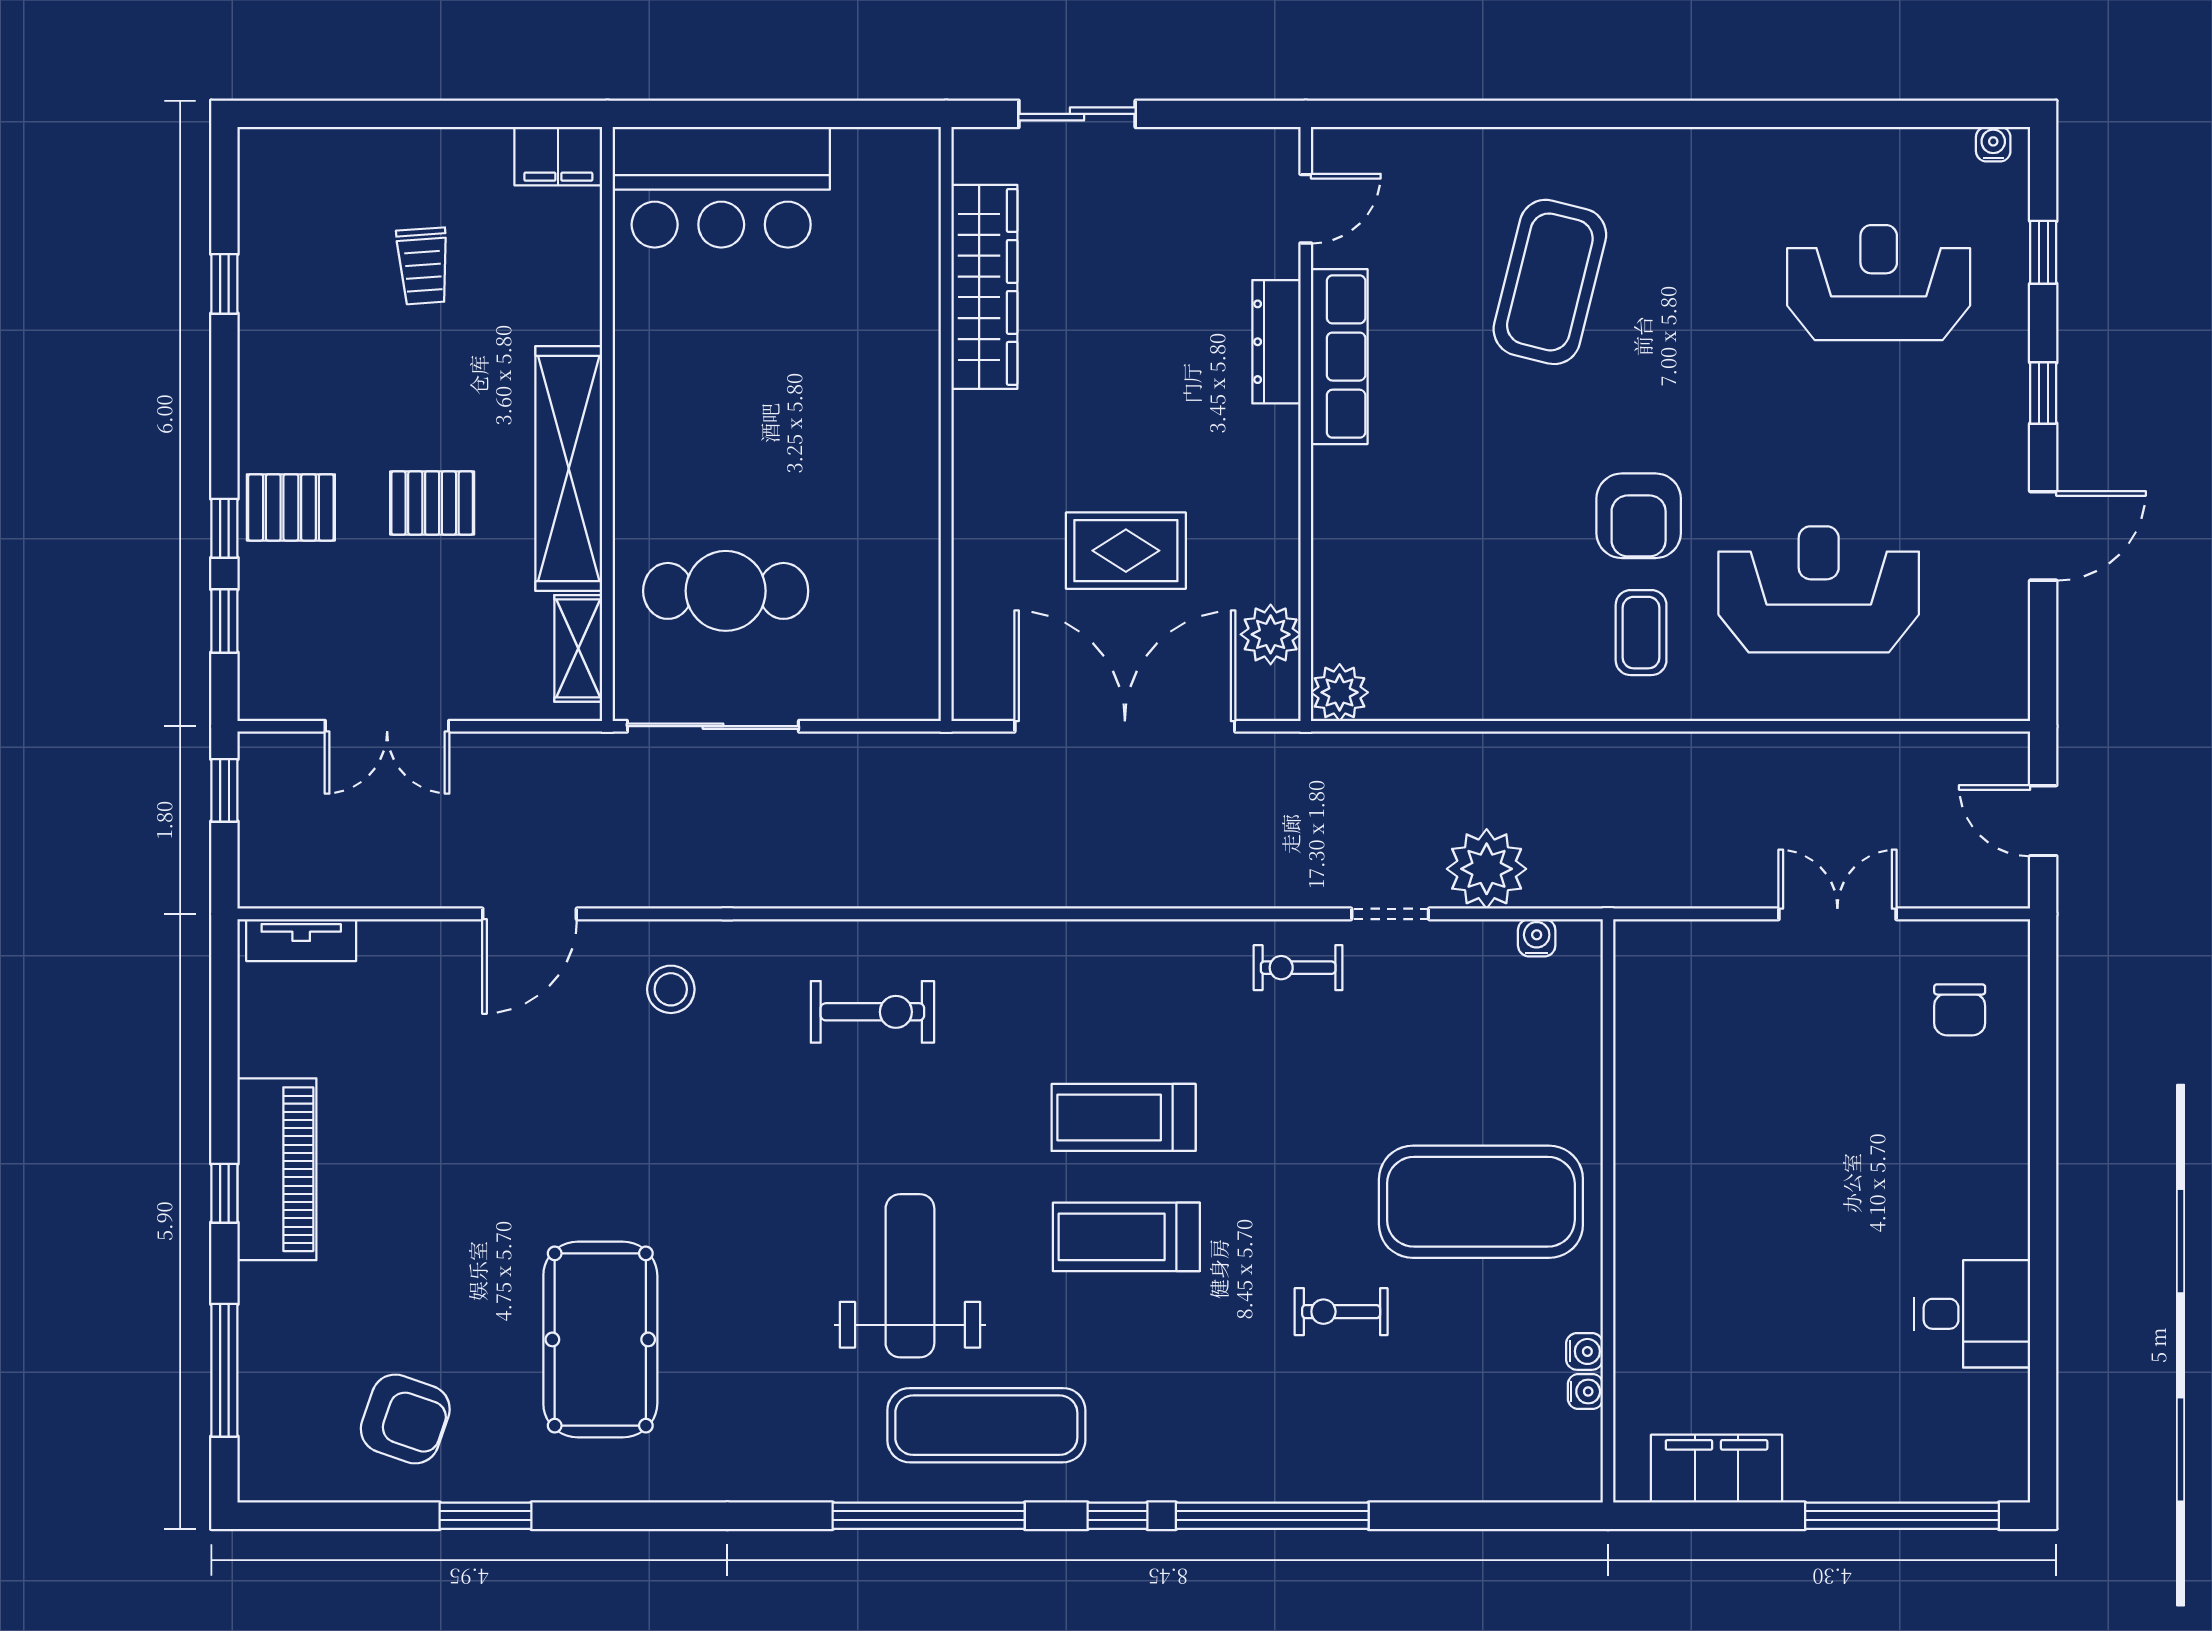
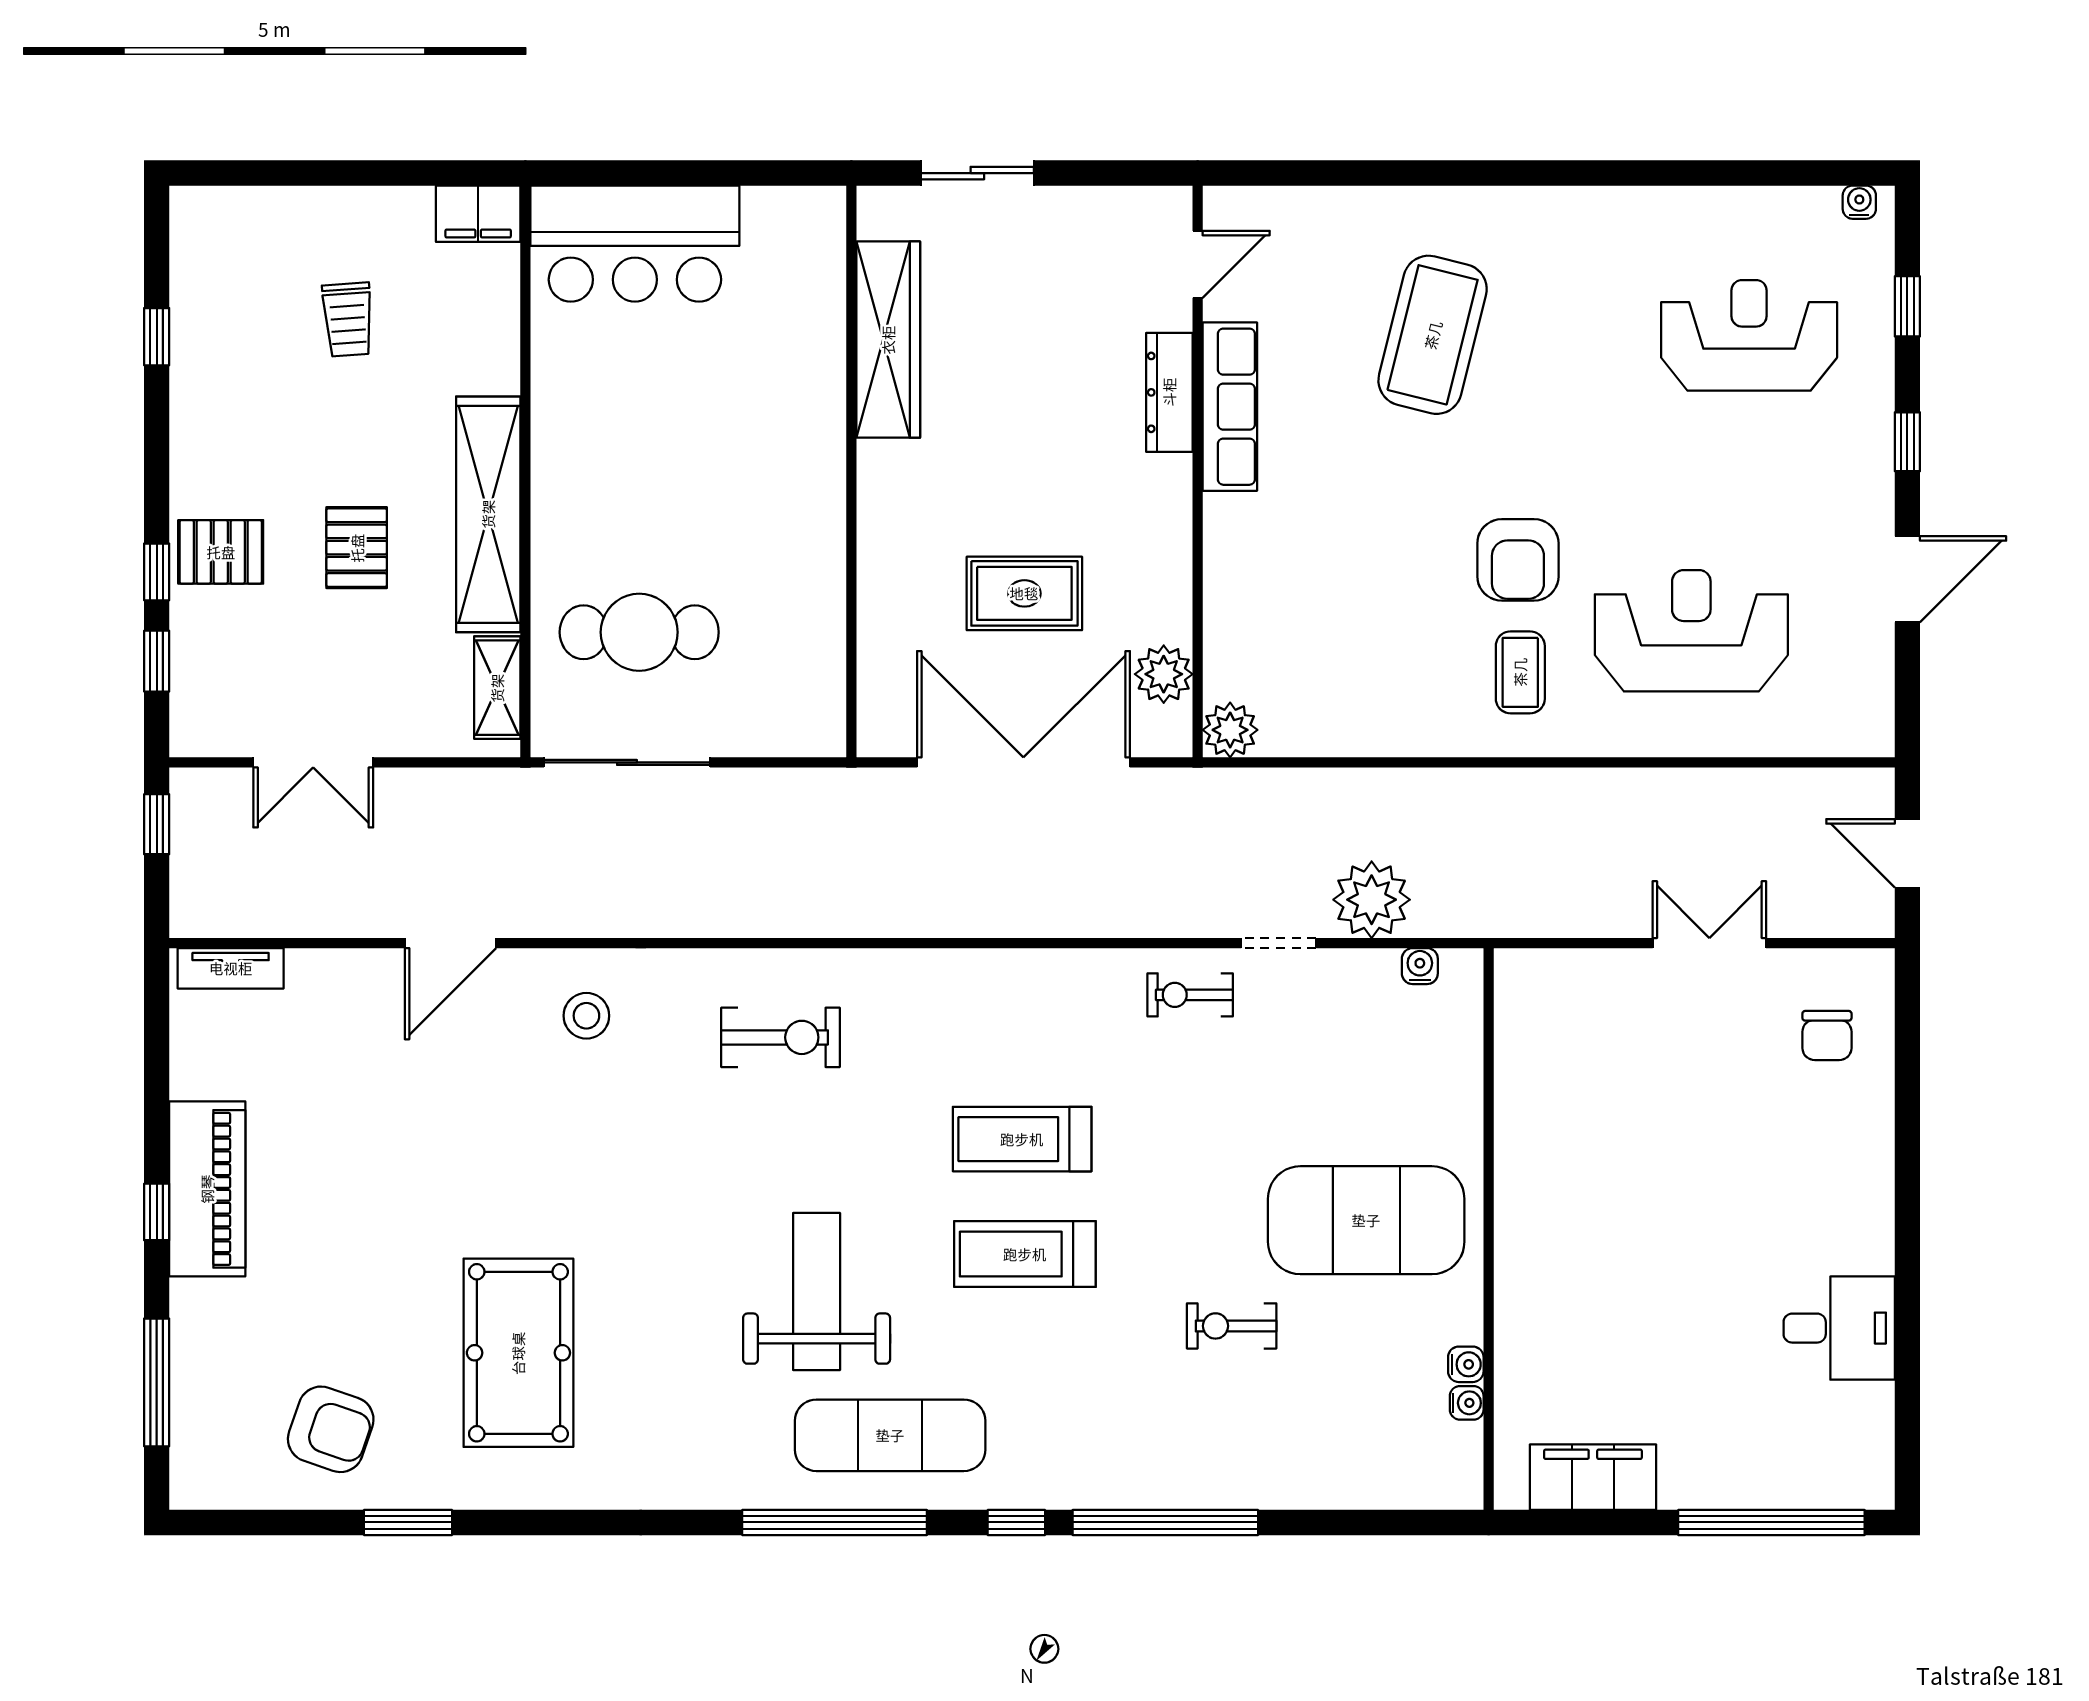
pallet: (432, 503) -> (357, 548), turned 90

